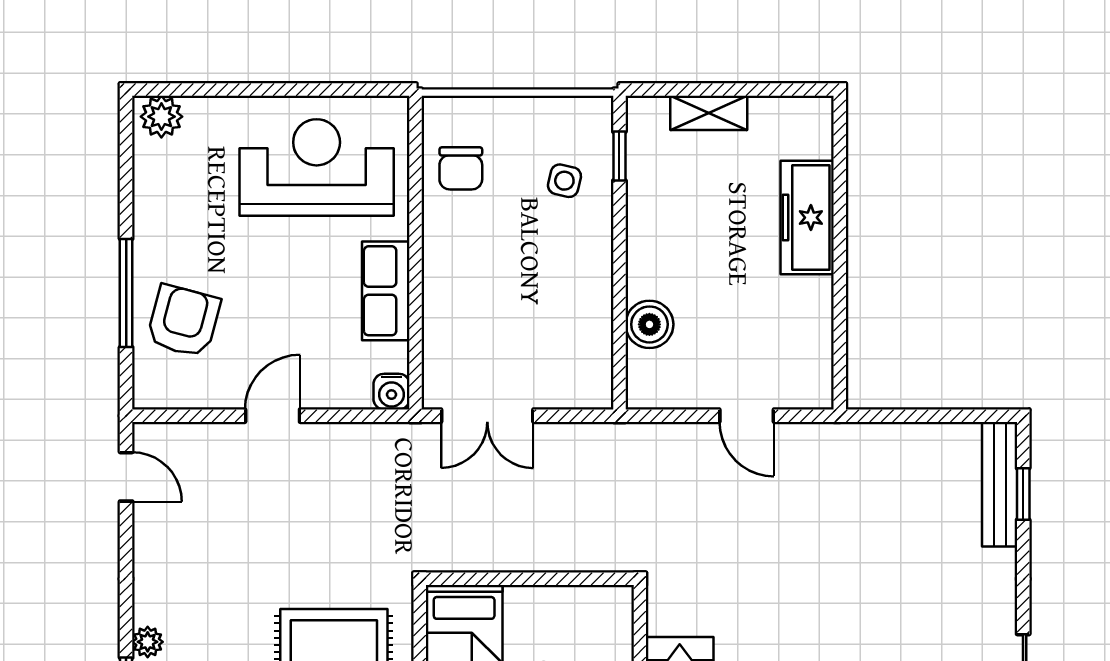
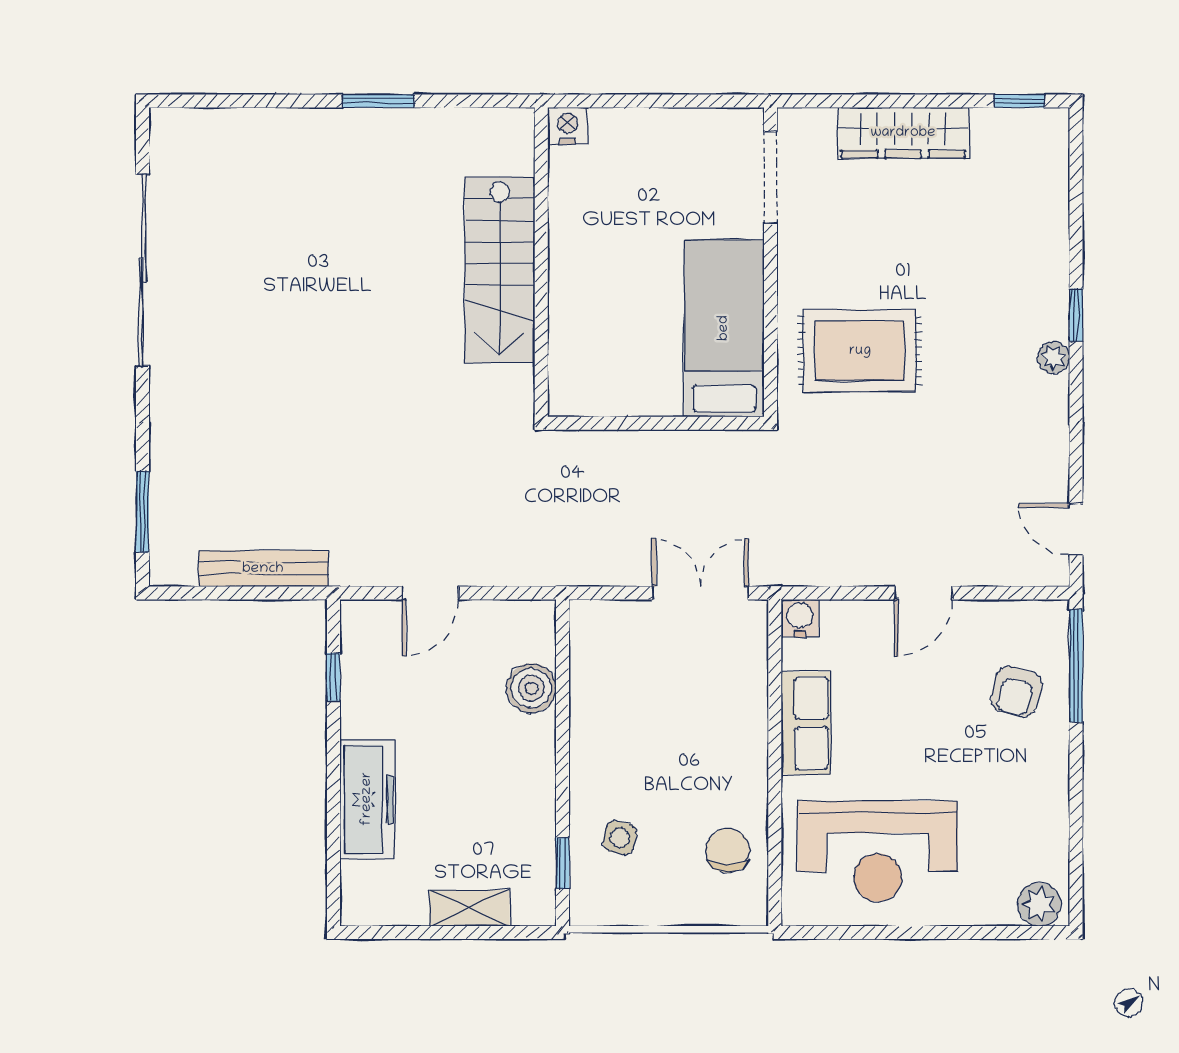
window: (126, 293) -> (1076, 666), moved
armchair: (183, 321) -> (1016, 692), width x0.72, depth x0.72
window: (840, 335) -> (333, 677), added
door: (747, 416) -> (430, 593), swing flipped
bench: (1000, 484) -> (263, 569), moved, turned 90
window: (1023, 494) -> (143, 512), width x1.50

